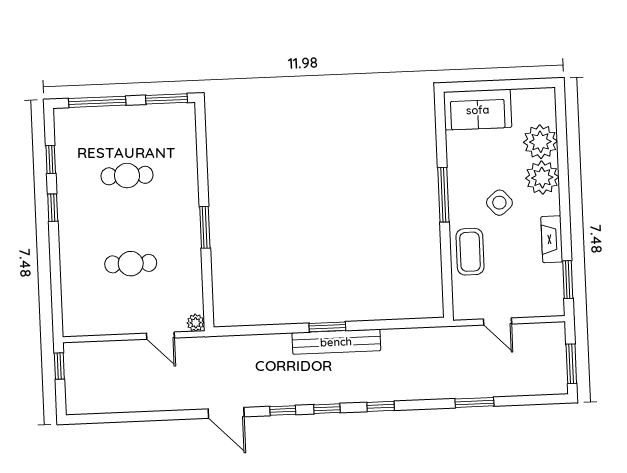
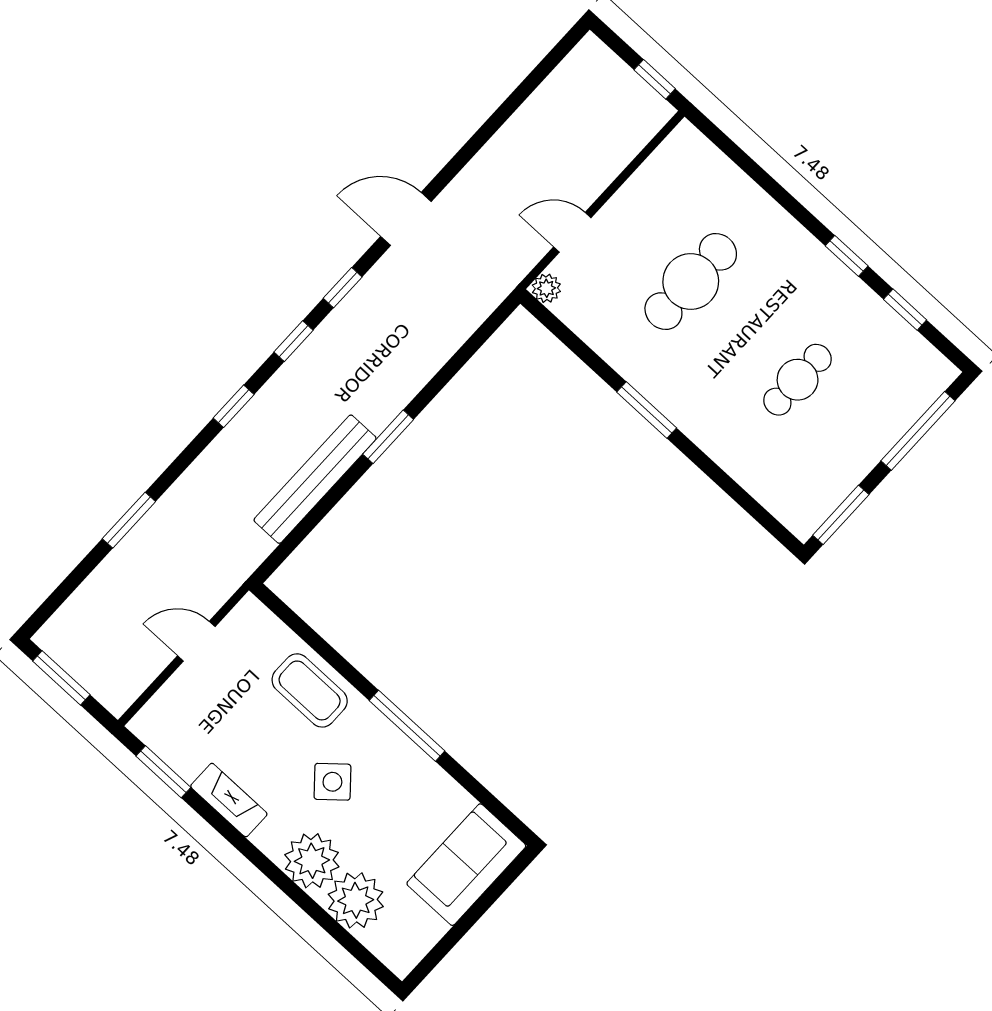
cafe table: (131, 264) -> (691, 281), width x1.37, depth x1.35
bench: (336, 342) -> (315, 479), moved

